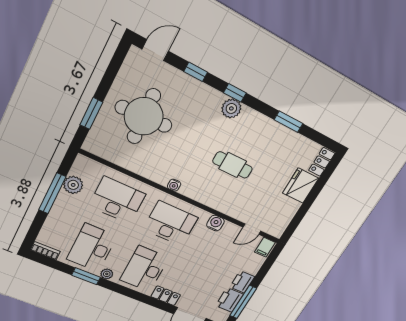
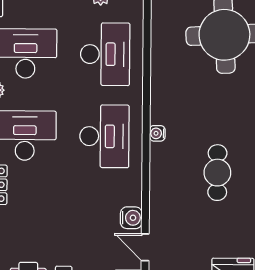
water cooler: (174, 185) -> (157, 133), moved
water cooler: (215, 223) -> (131, 218), moved

